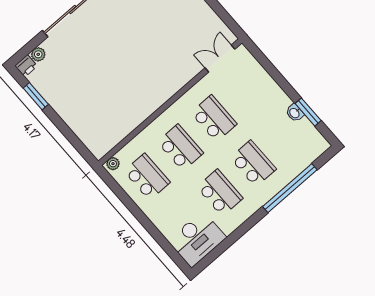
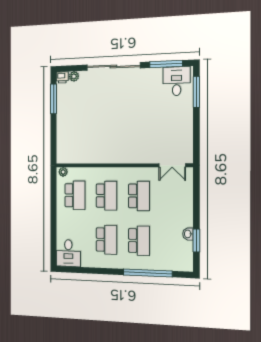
double door: (220, 58) -> (172, 165), swing flipped
window: (36, 96) -> (54, 99), width x1.44
desk: (197, 239) -> (68, 253), width x0.73

